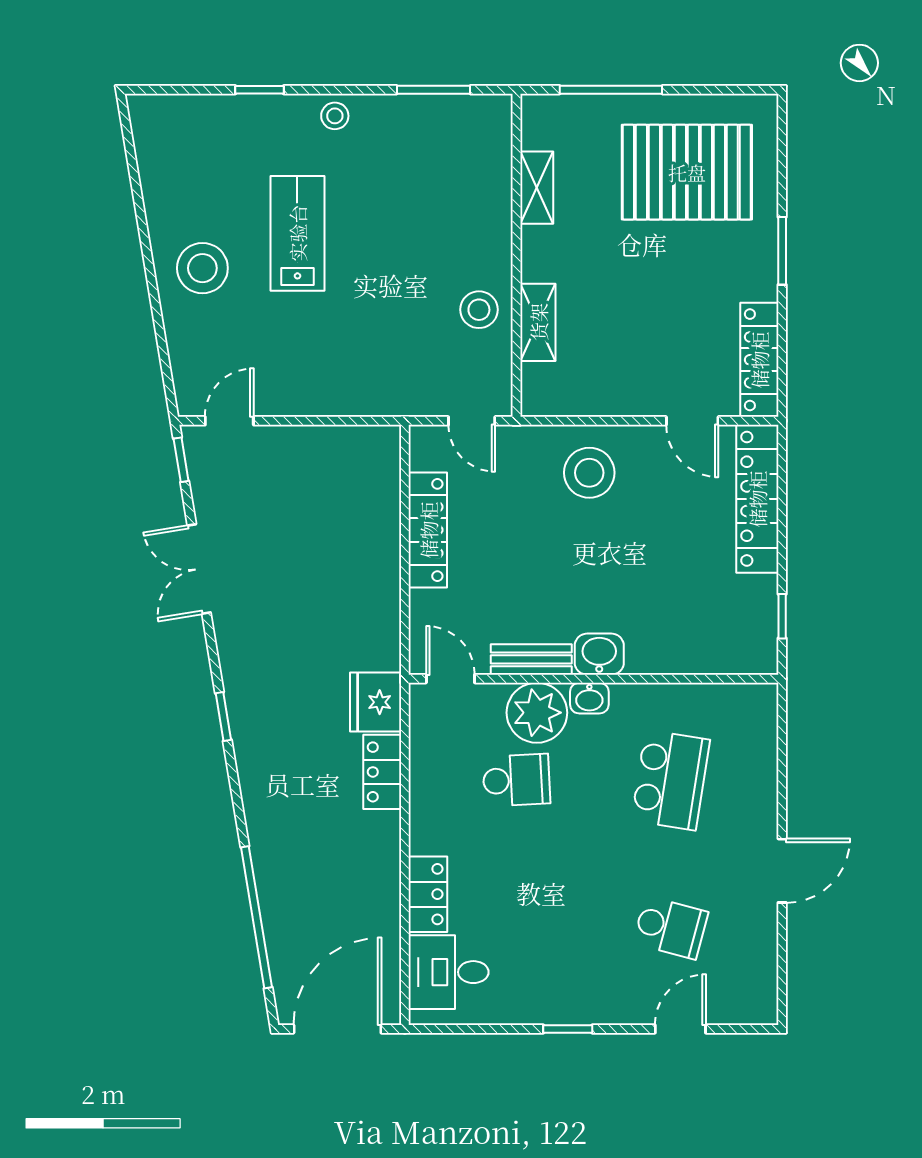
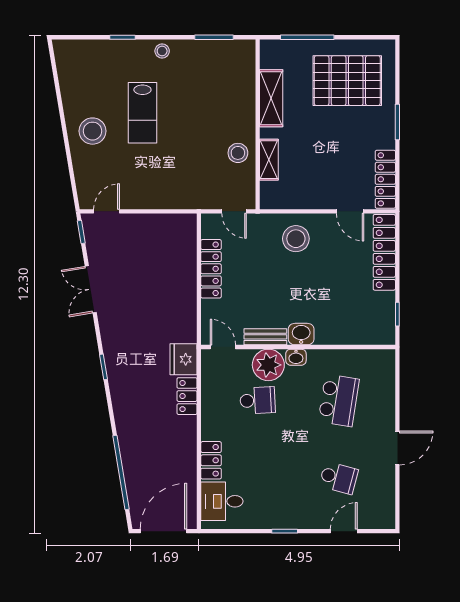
shelving: (537, 188) -> (271, 98), width x1.50, depth x1.33
lab bench: (297, 233) -> (142, 113), turned 180

